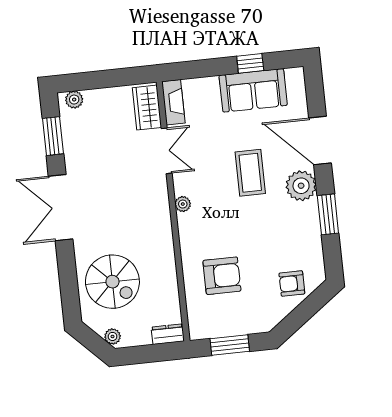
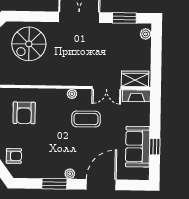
coffee table: (250, 173) -> (86, 119), moved
plant: (301, 186) -> (70, 174), width x0.53, depth x0.53
armchair: (292, 284) -> (14, 156), turned 90

